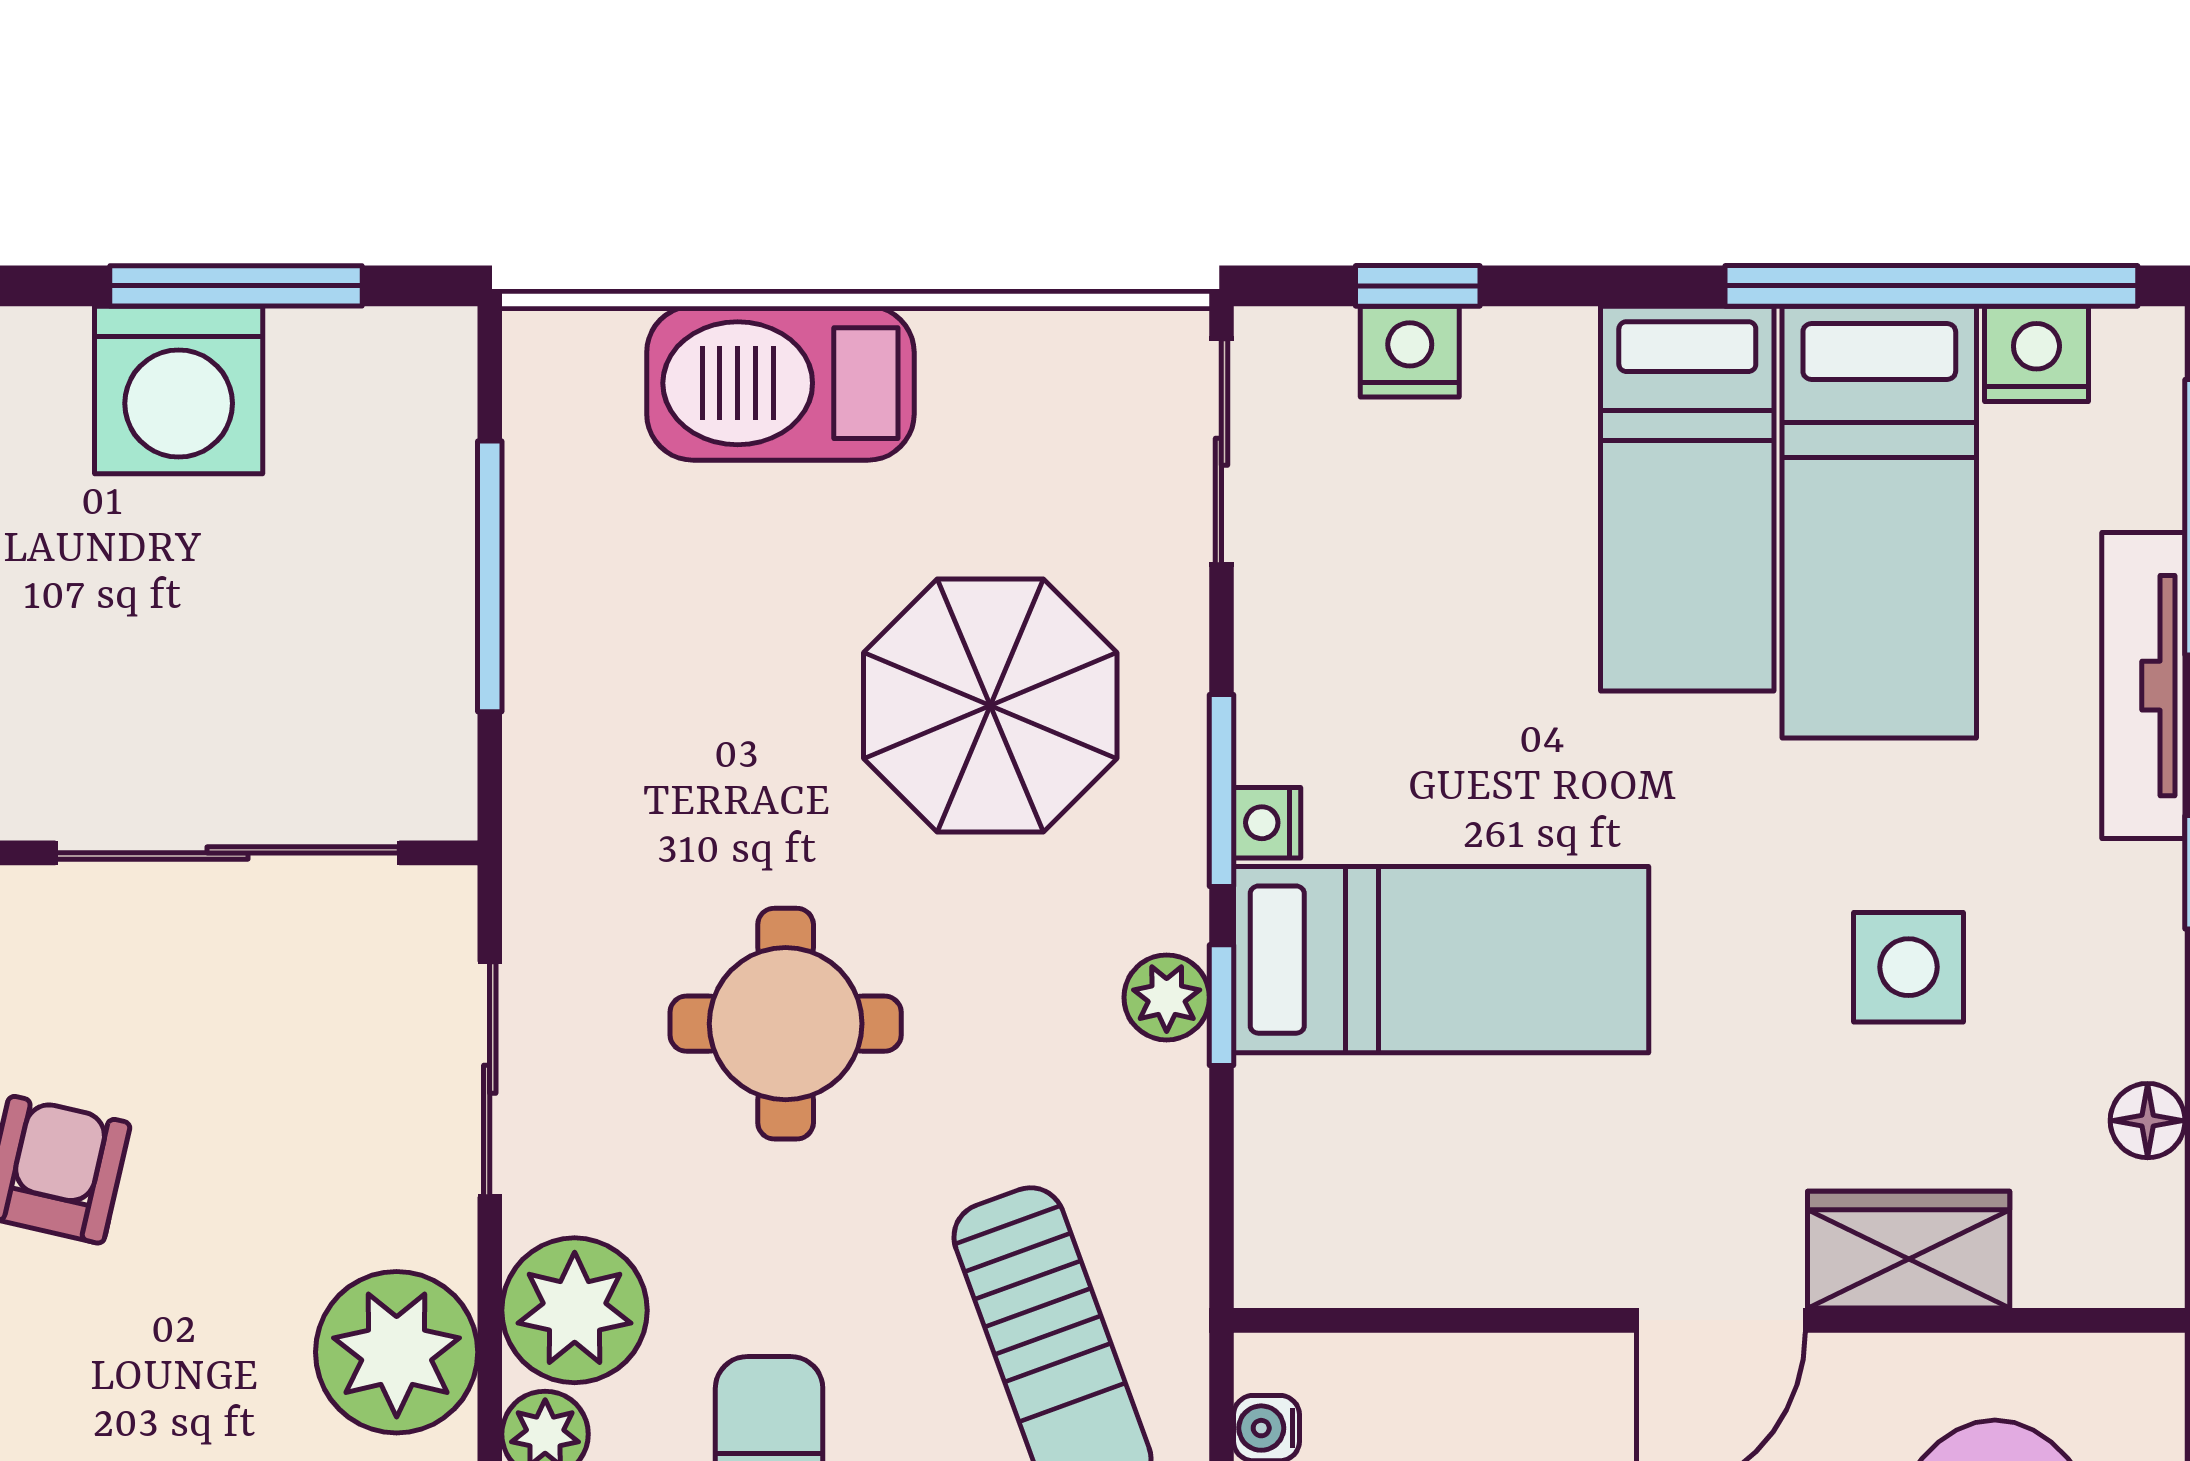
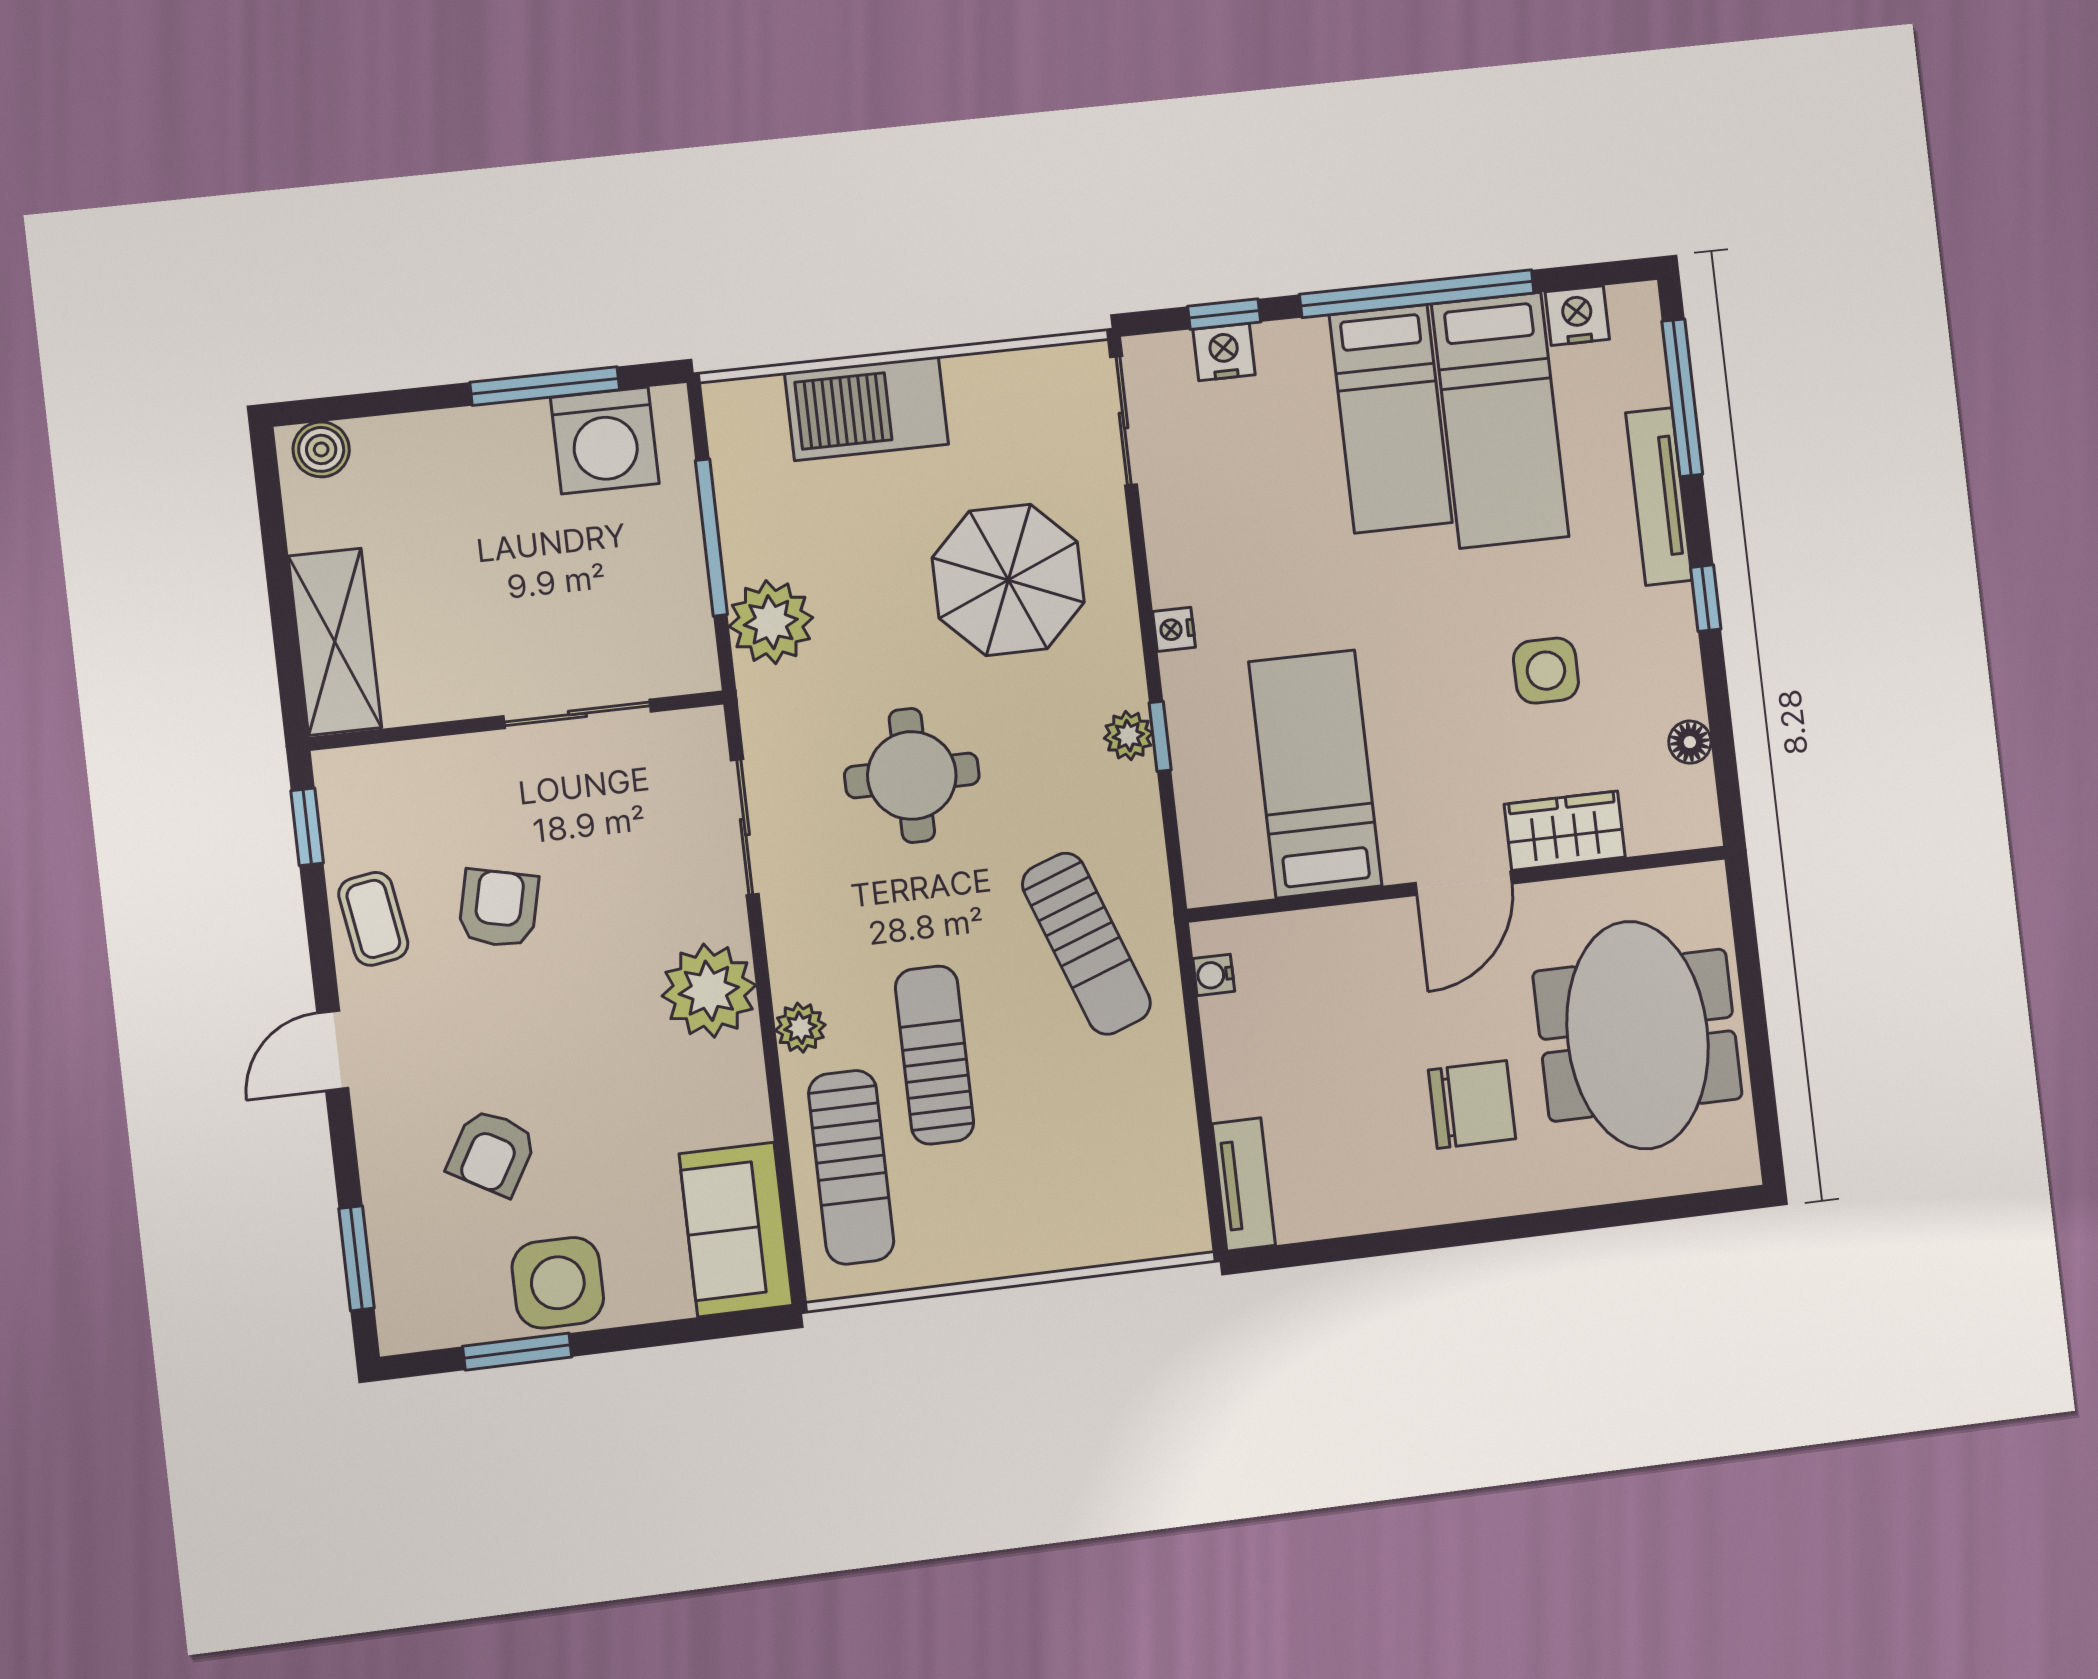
window: (1931, 286) -> (1417, 294), moved
washing machine: (179, 390) -> (605, 440), moved
window: (1221, 791) -> (1146, 614), removed
sliding door: (227, 853) -> (577, 714), width x0.73
bed: (1441, 960) -> (1315, 774), moved, turned -90
plant: (575, 1310) -> (771, 622), moved

